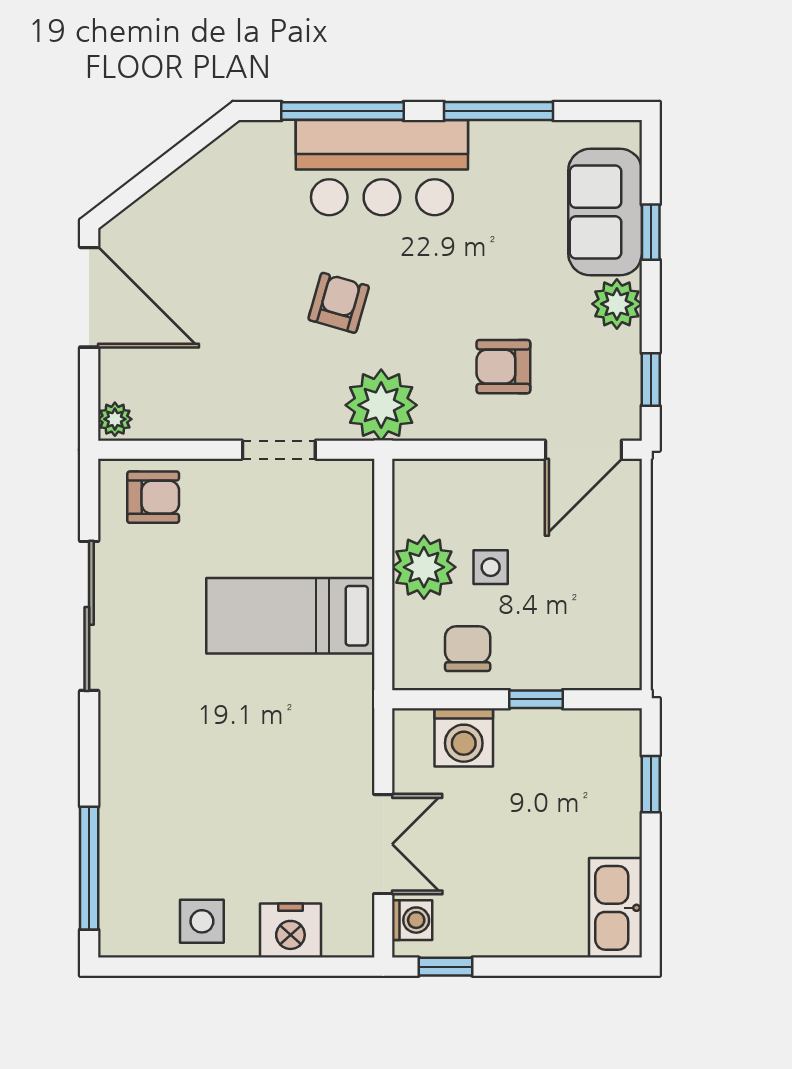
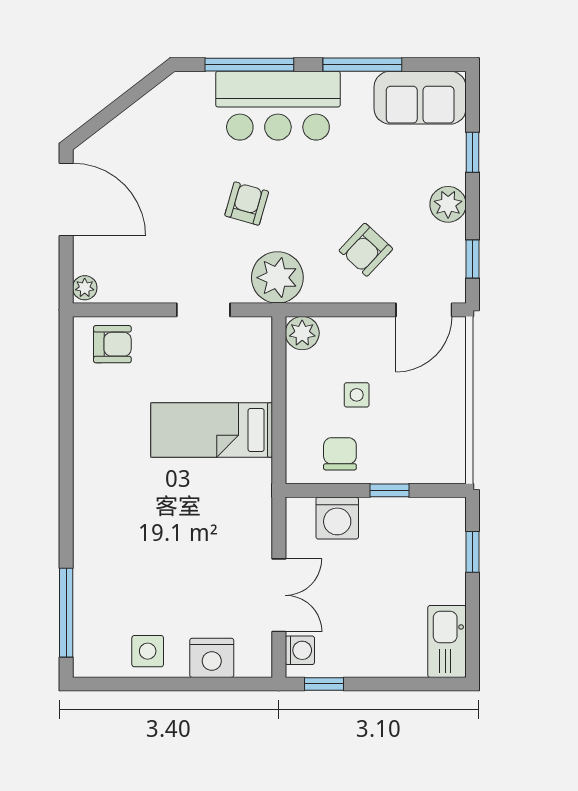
sofa: (605, 212) -> (420, 98), moved, turned -90
armchair: (503, 367) -> (366, 250), turned -47
plant: (424, 567) -> (302, 333), moved, width x0.73, depth x0.73
sliding door: (89, 616) -> (66, 430), removed

